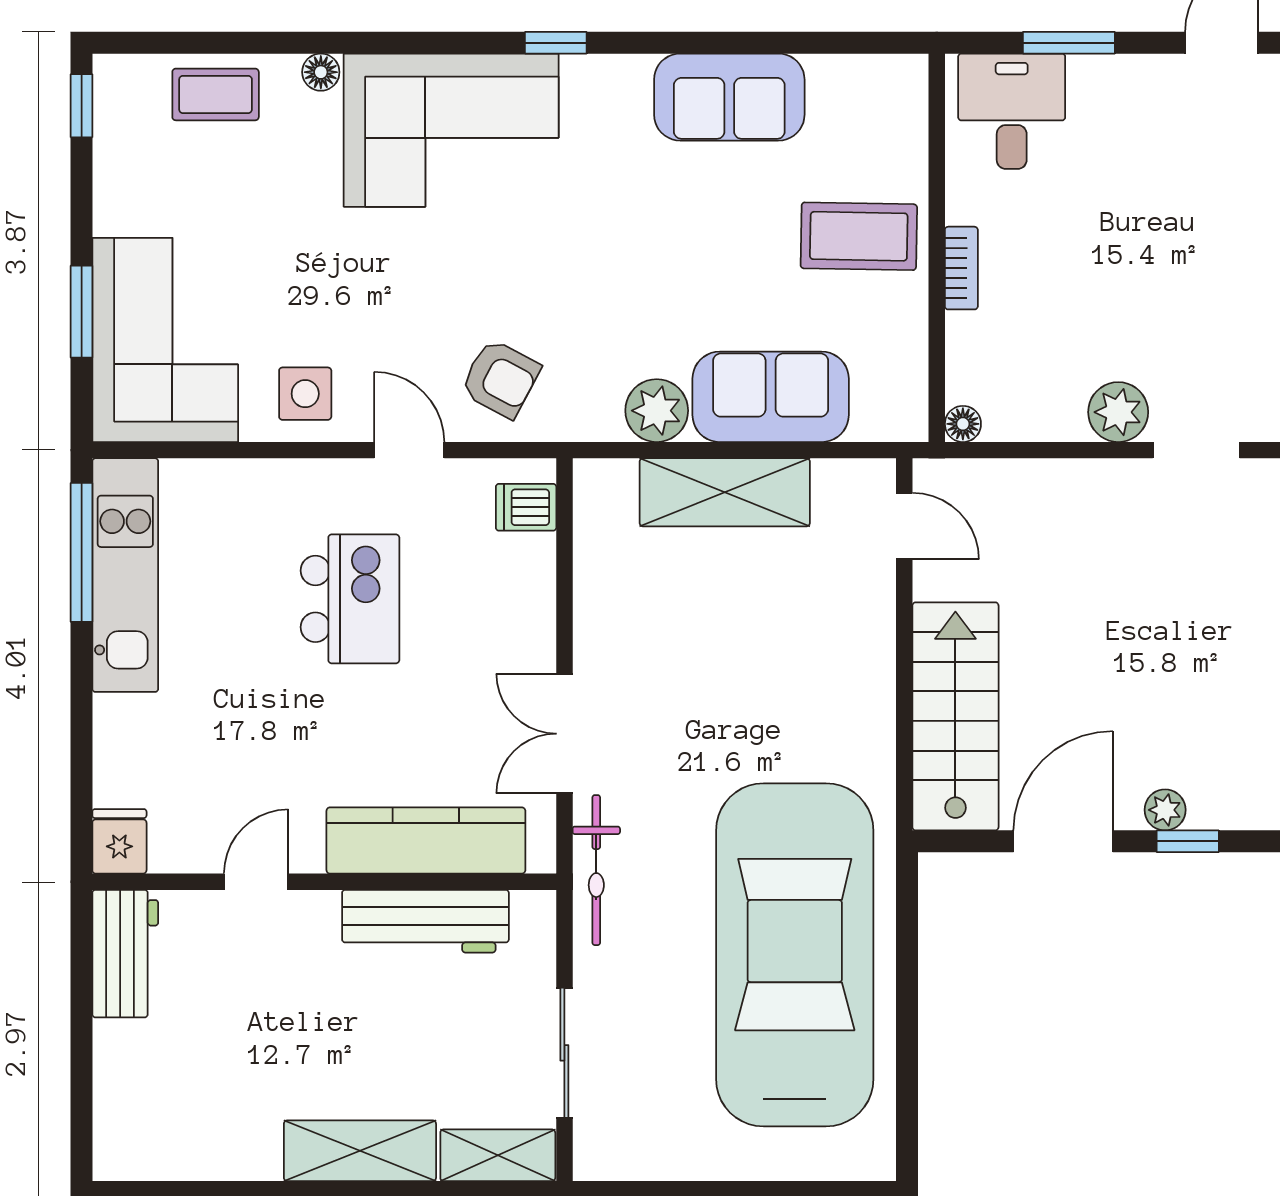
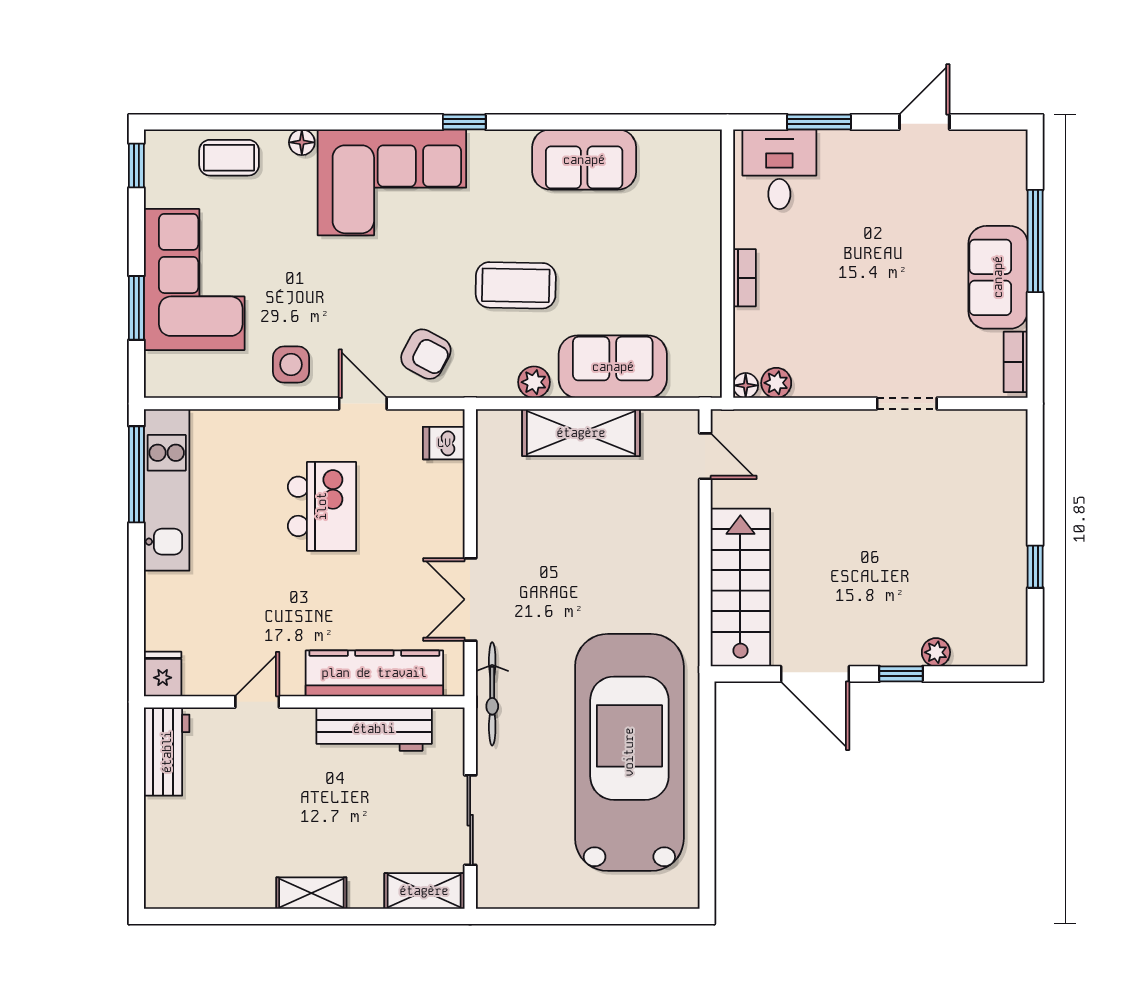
coffee table: (859, 236) -> (516, 285), moved
corner sofa: (165, 340) -> (194, 280), moved
plant: (657, 411) -> (534, 382), width x0.73, depth x0.73
plant: (1118, 412) -> (776, 383), moved, width x0.73, depth x0.73
plant: (1165, 810) -> (936, 652), moved
door: (1063, 841) -> (815, 674), swing flipped
shelving: (360, 1151) -> (311, 893), width x0.67, depth x0.75

